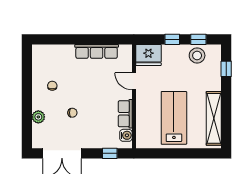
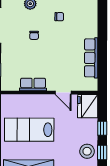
door: (134, 81) -> (63, 93), swing flipped
lab bench: (174, 118) -> (29, 130), turned 180
water cooler: (126, 135) -> (13, 85), removed

